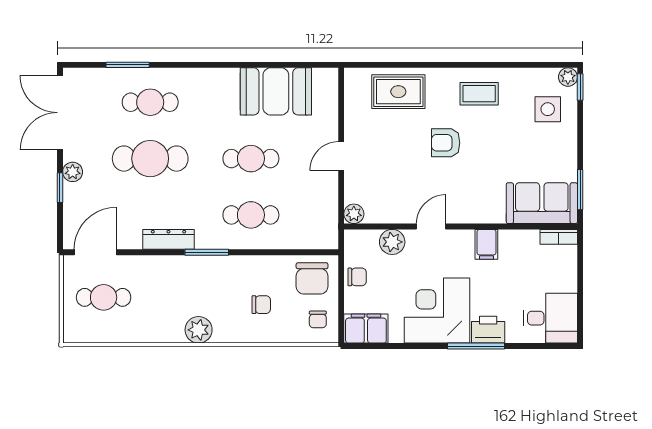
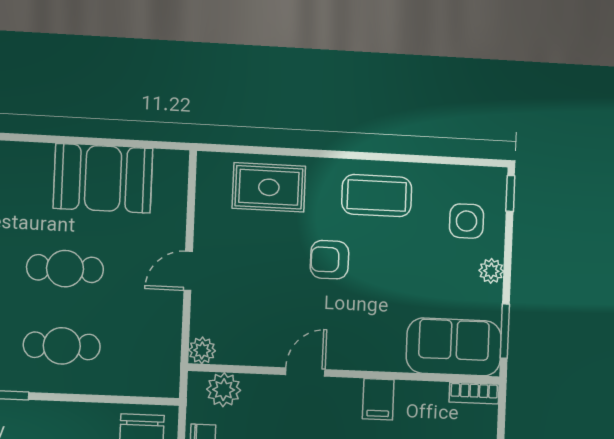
plant: (568, 77) -> (491, 271), moved
coffee table: (479, 94) -> (377, 196), width x1.36, depth x1.30
plant: (392, 242) -> (224, 390), moved

